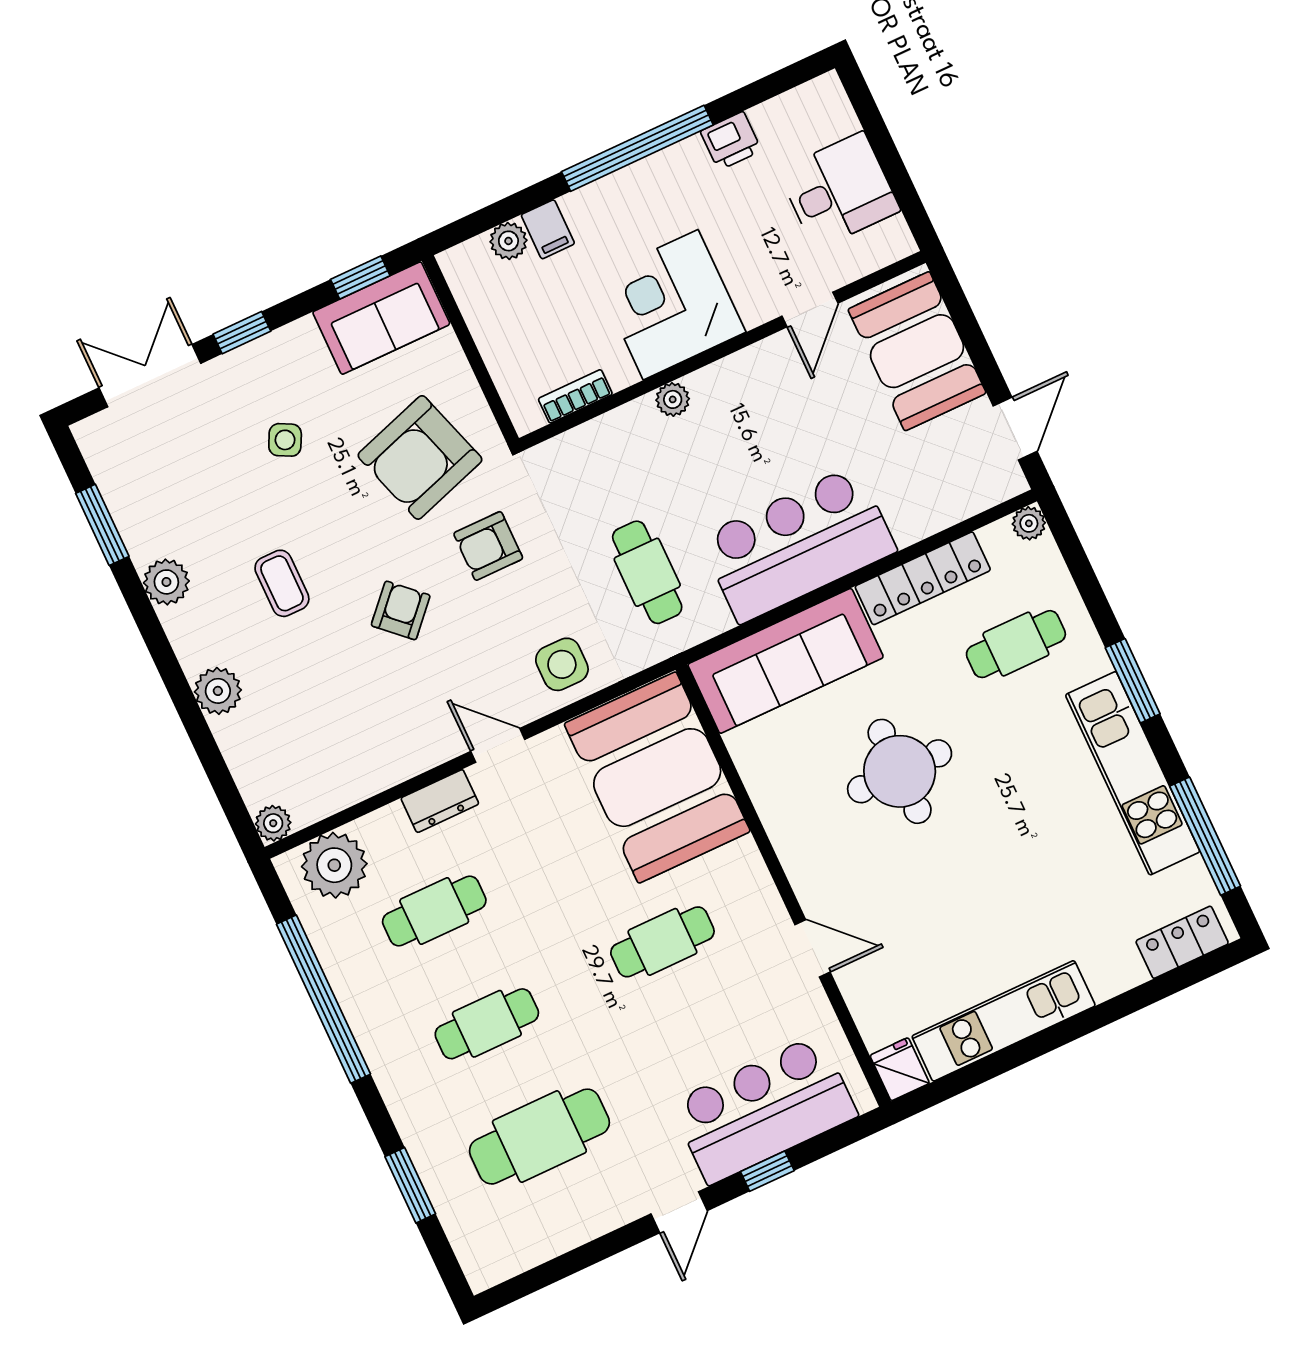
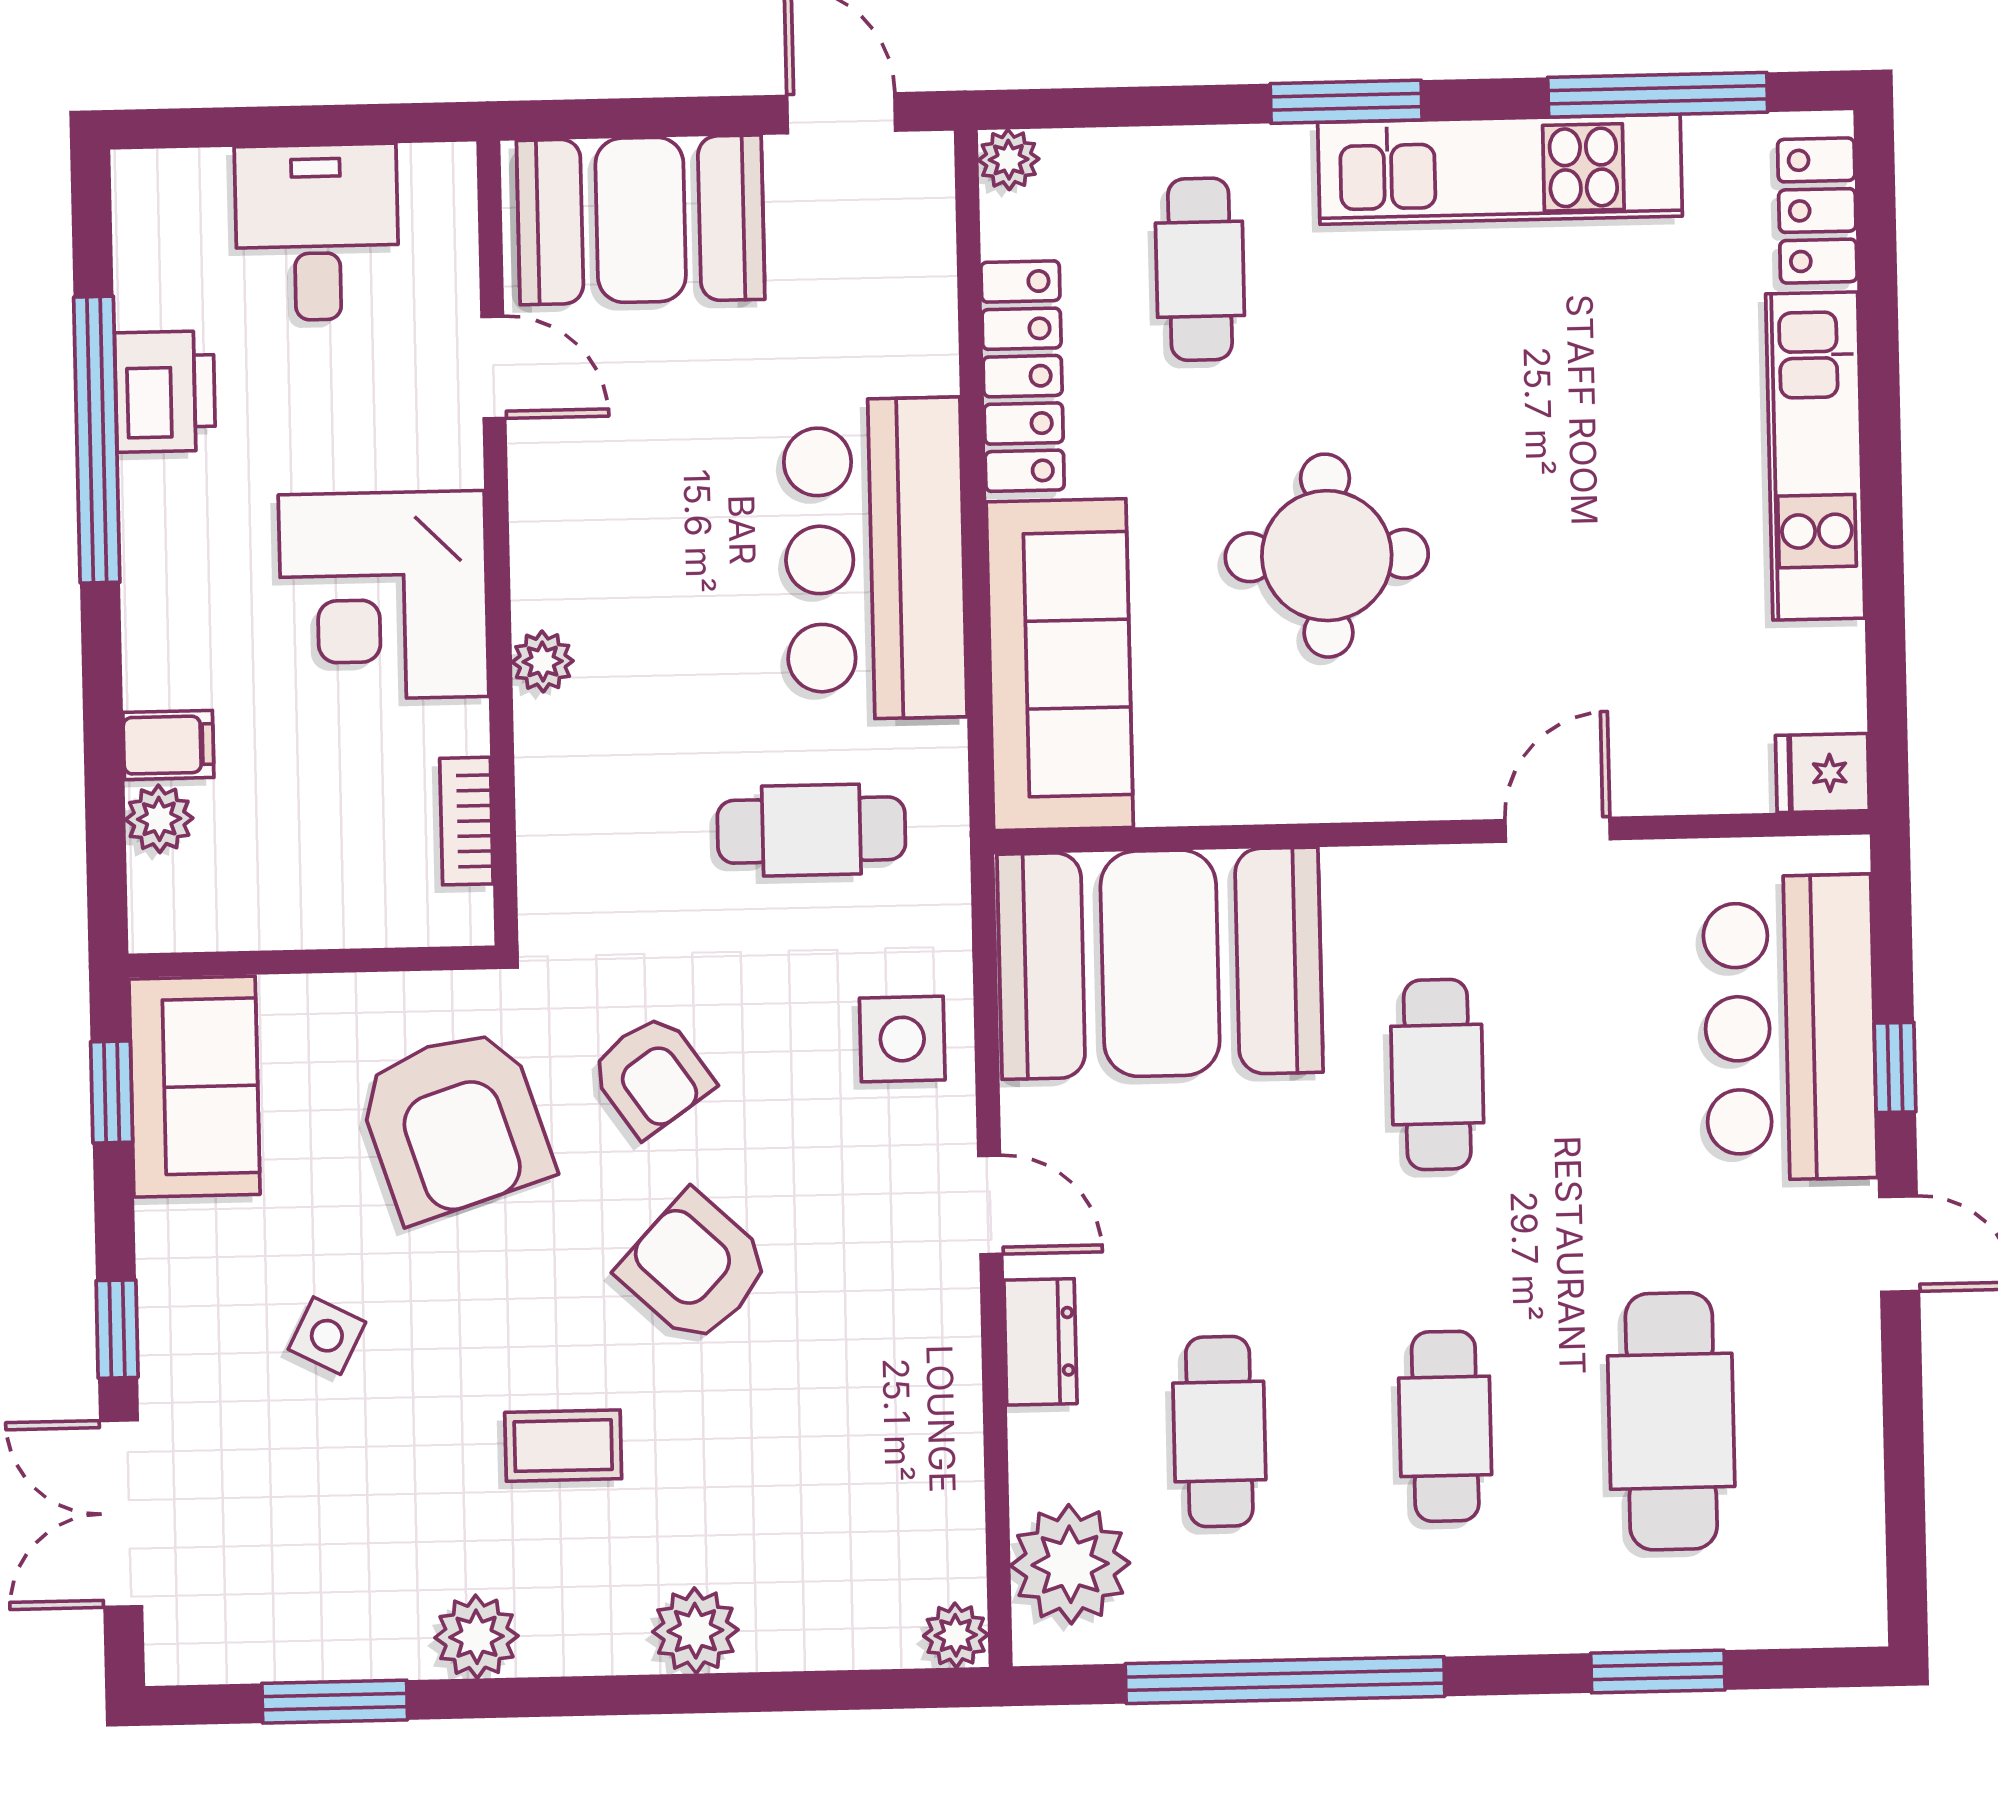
printer: (731, 141) -> (165, 392), width x1.36, depth x1.24
window: (637, 148) -> (97, 440), moved
armchair: (488, 546) -> (652, 1075), turned -35
armchair: (401, 610) -> (695, 1268), width x1.38, depth x1.38
door: (498, 745) -> (990, 1205), swing flipped
kitchen unit: (1004, 1021) -> (1815, 456), moved

